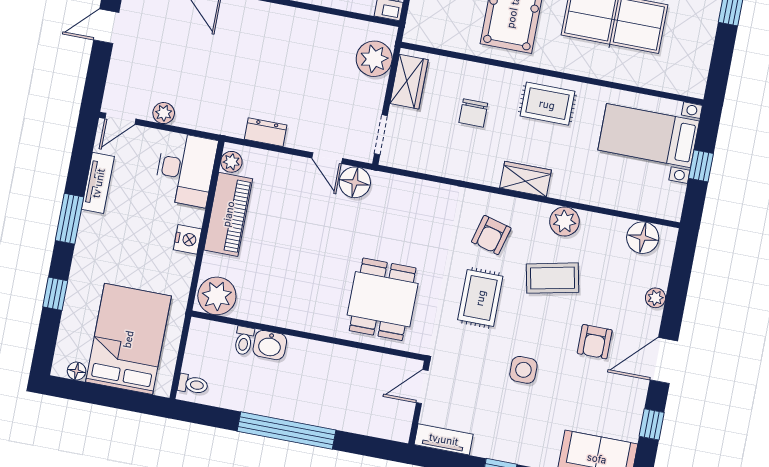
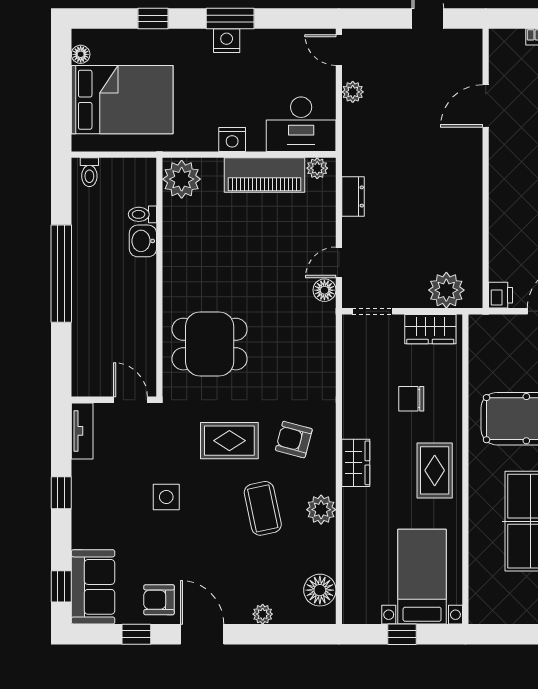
floor lamp: (355, 182) -> (324, 290), width x0.73, depth x0.73
tv unit: (98, 183) -> (271, 40), removed
nightstand: (90, 226) -> (227, 41), added
armchair: (595, 342) -> (159, 600), moved

